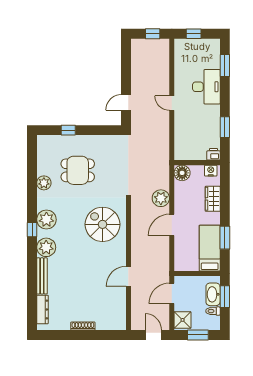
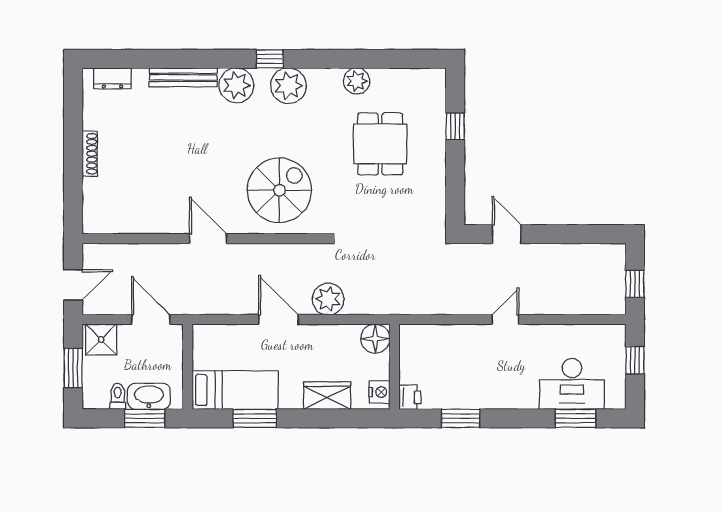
desk: (206, 87) -> (572, 384), moved
door: (128, 276) -> (208, 239), moved
dresser: (42, 309) -> (112, 78), width x0.70

